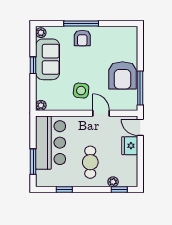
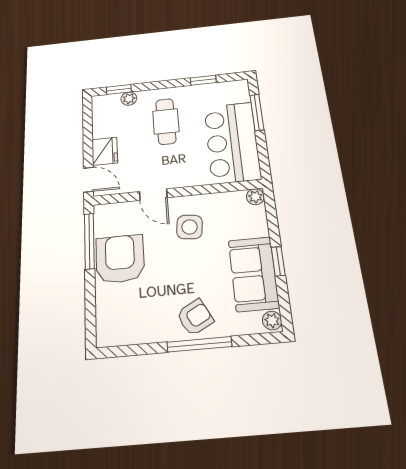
armchair: (82, 38) -> (195, 317), turned 62

